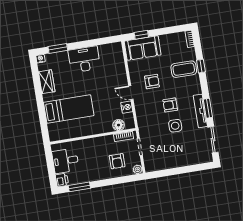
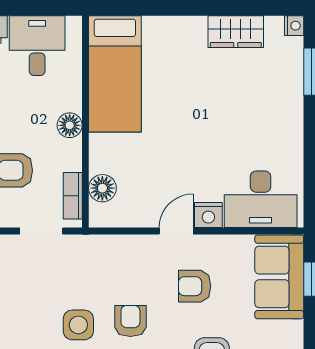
desk: (84, 59) -> (261, 199), moved, turned 90
armchair: (152, 82) -> (195, 286), turned 90
nightstand: (127, 107) -> (208, 215), moved
bed: (69, 109) -> (115, 74), moved
floor lamp: (95, 142) -> (70, 125), added

